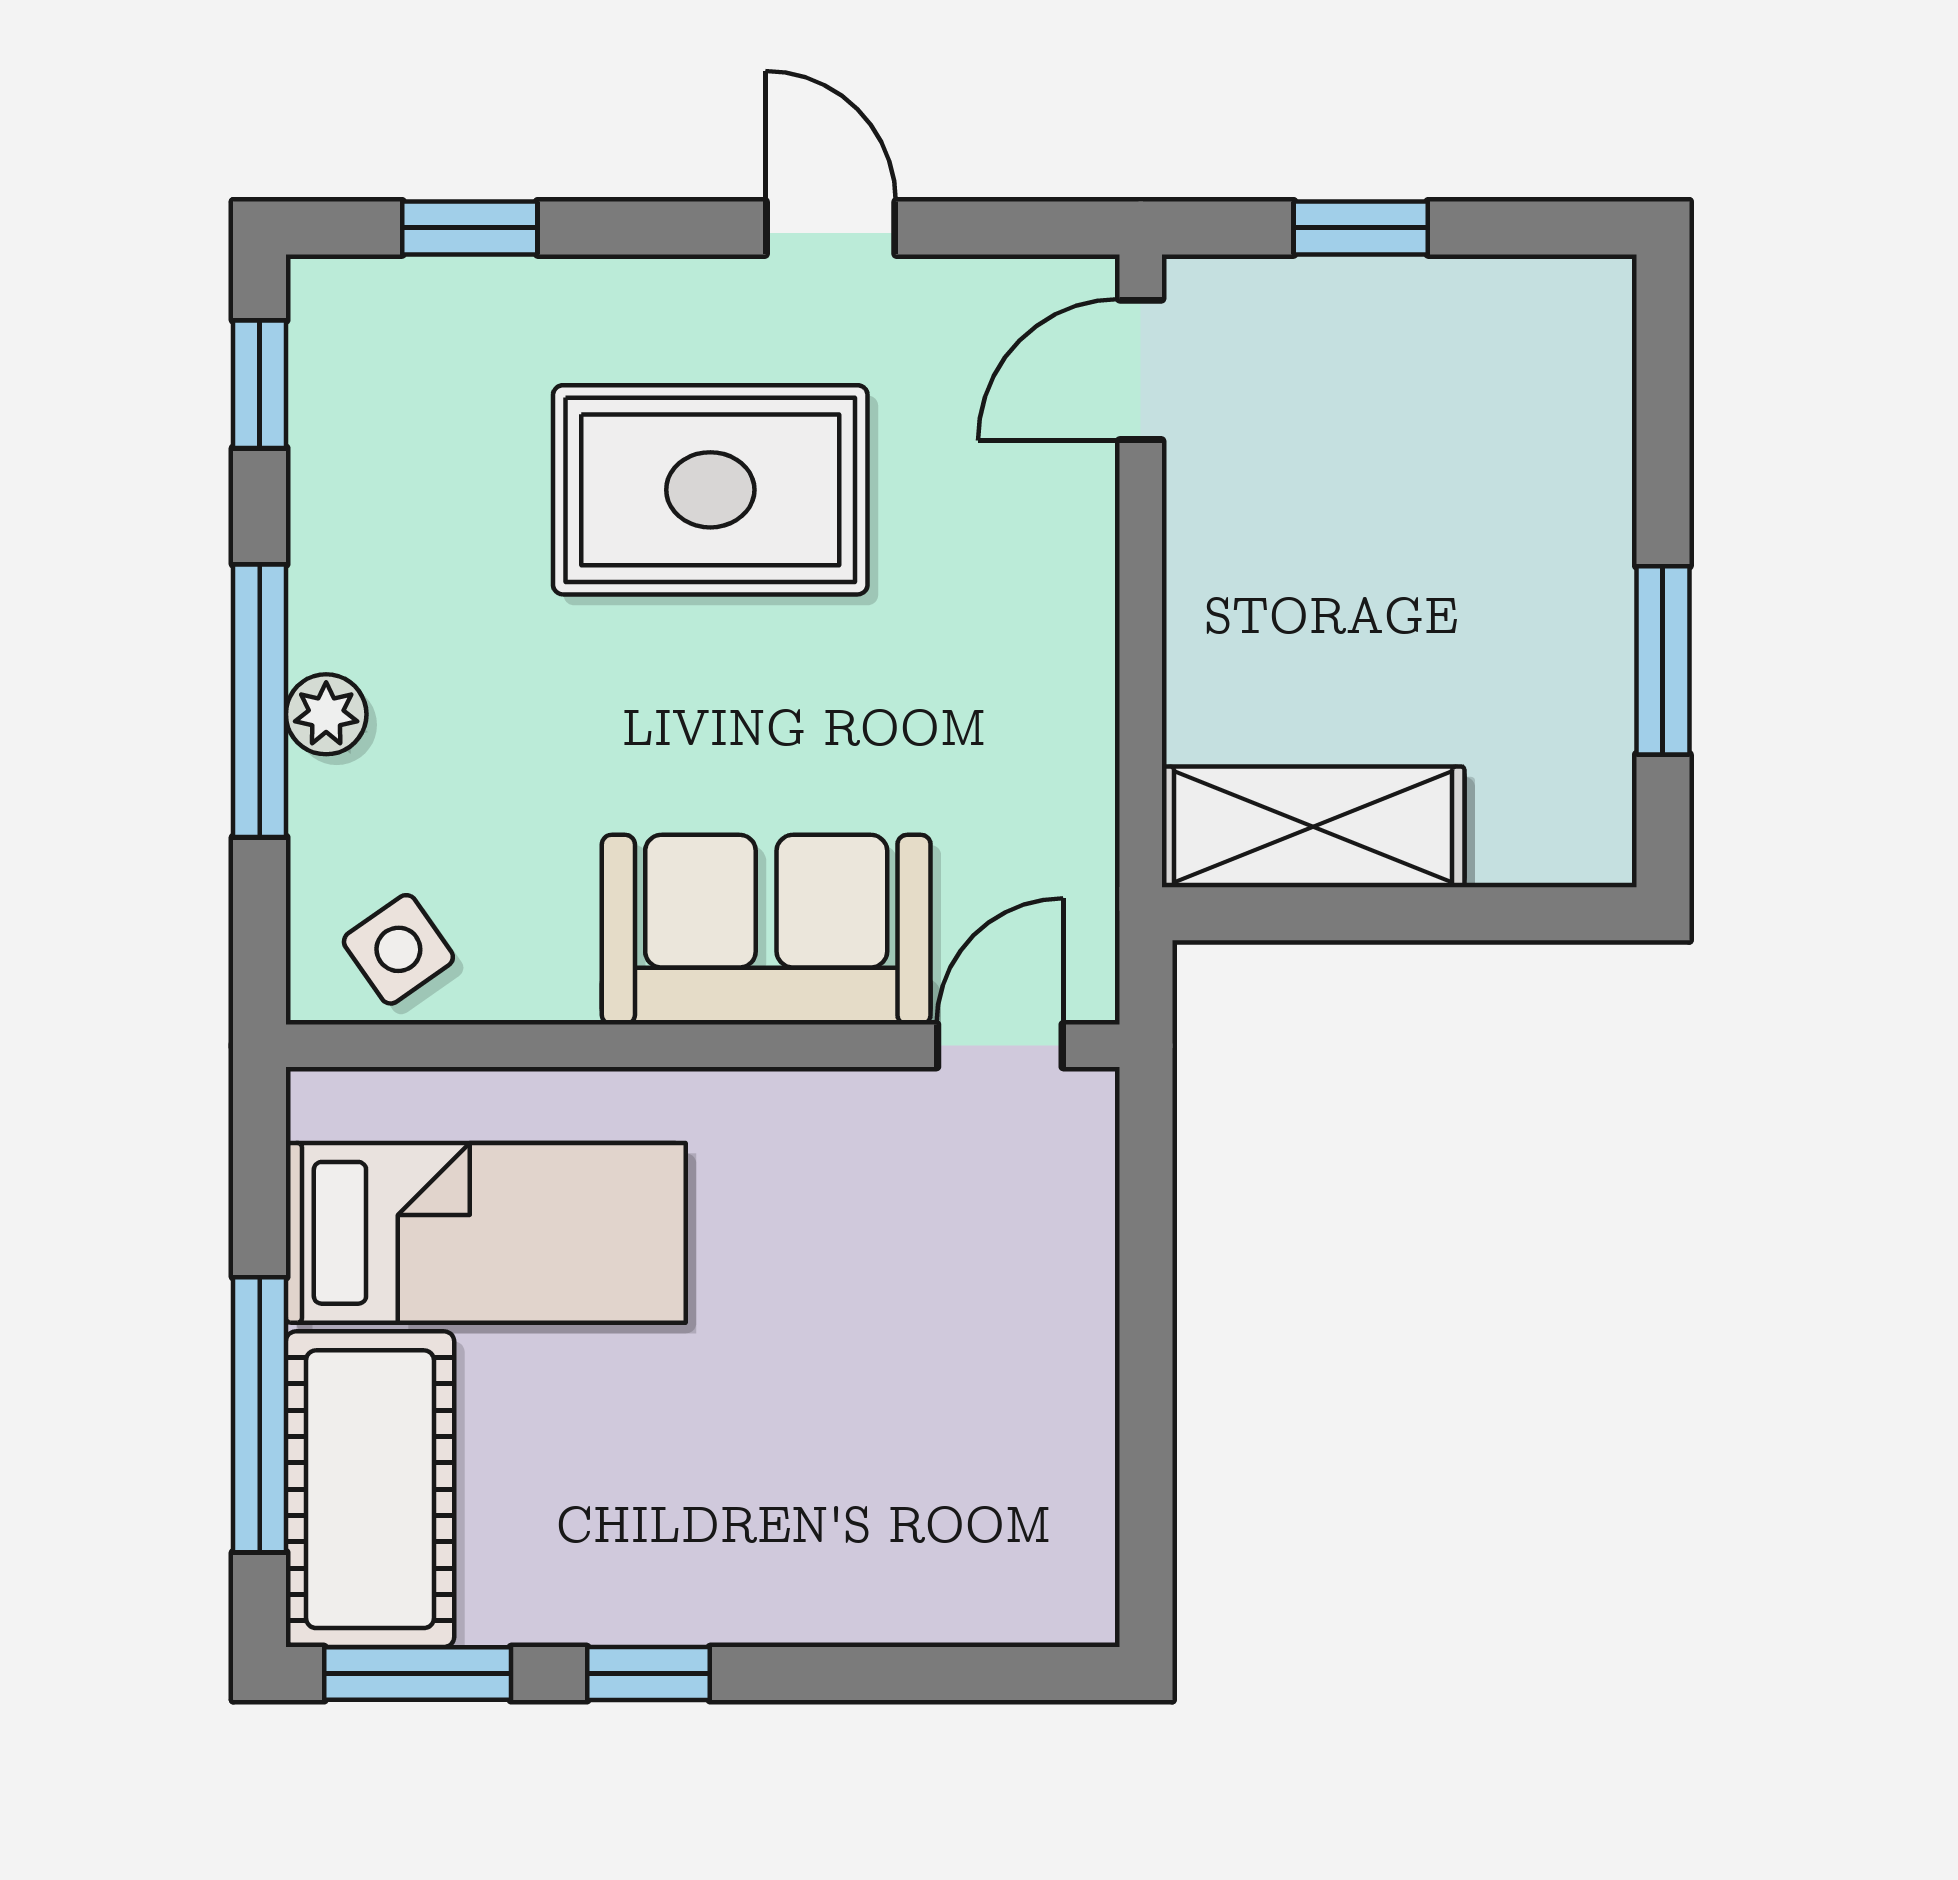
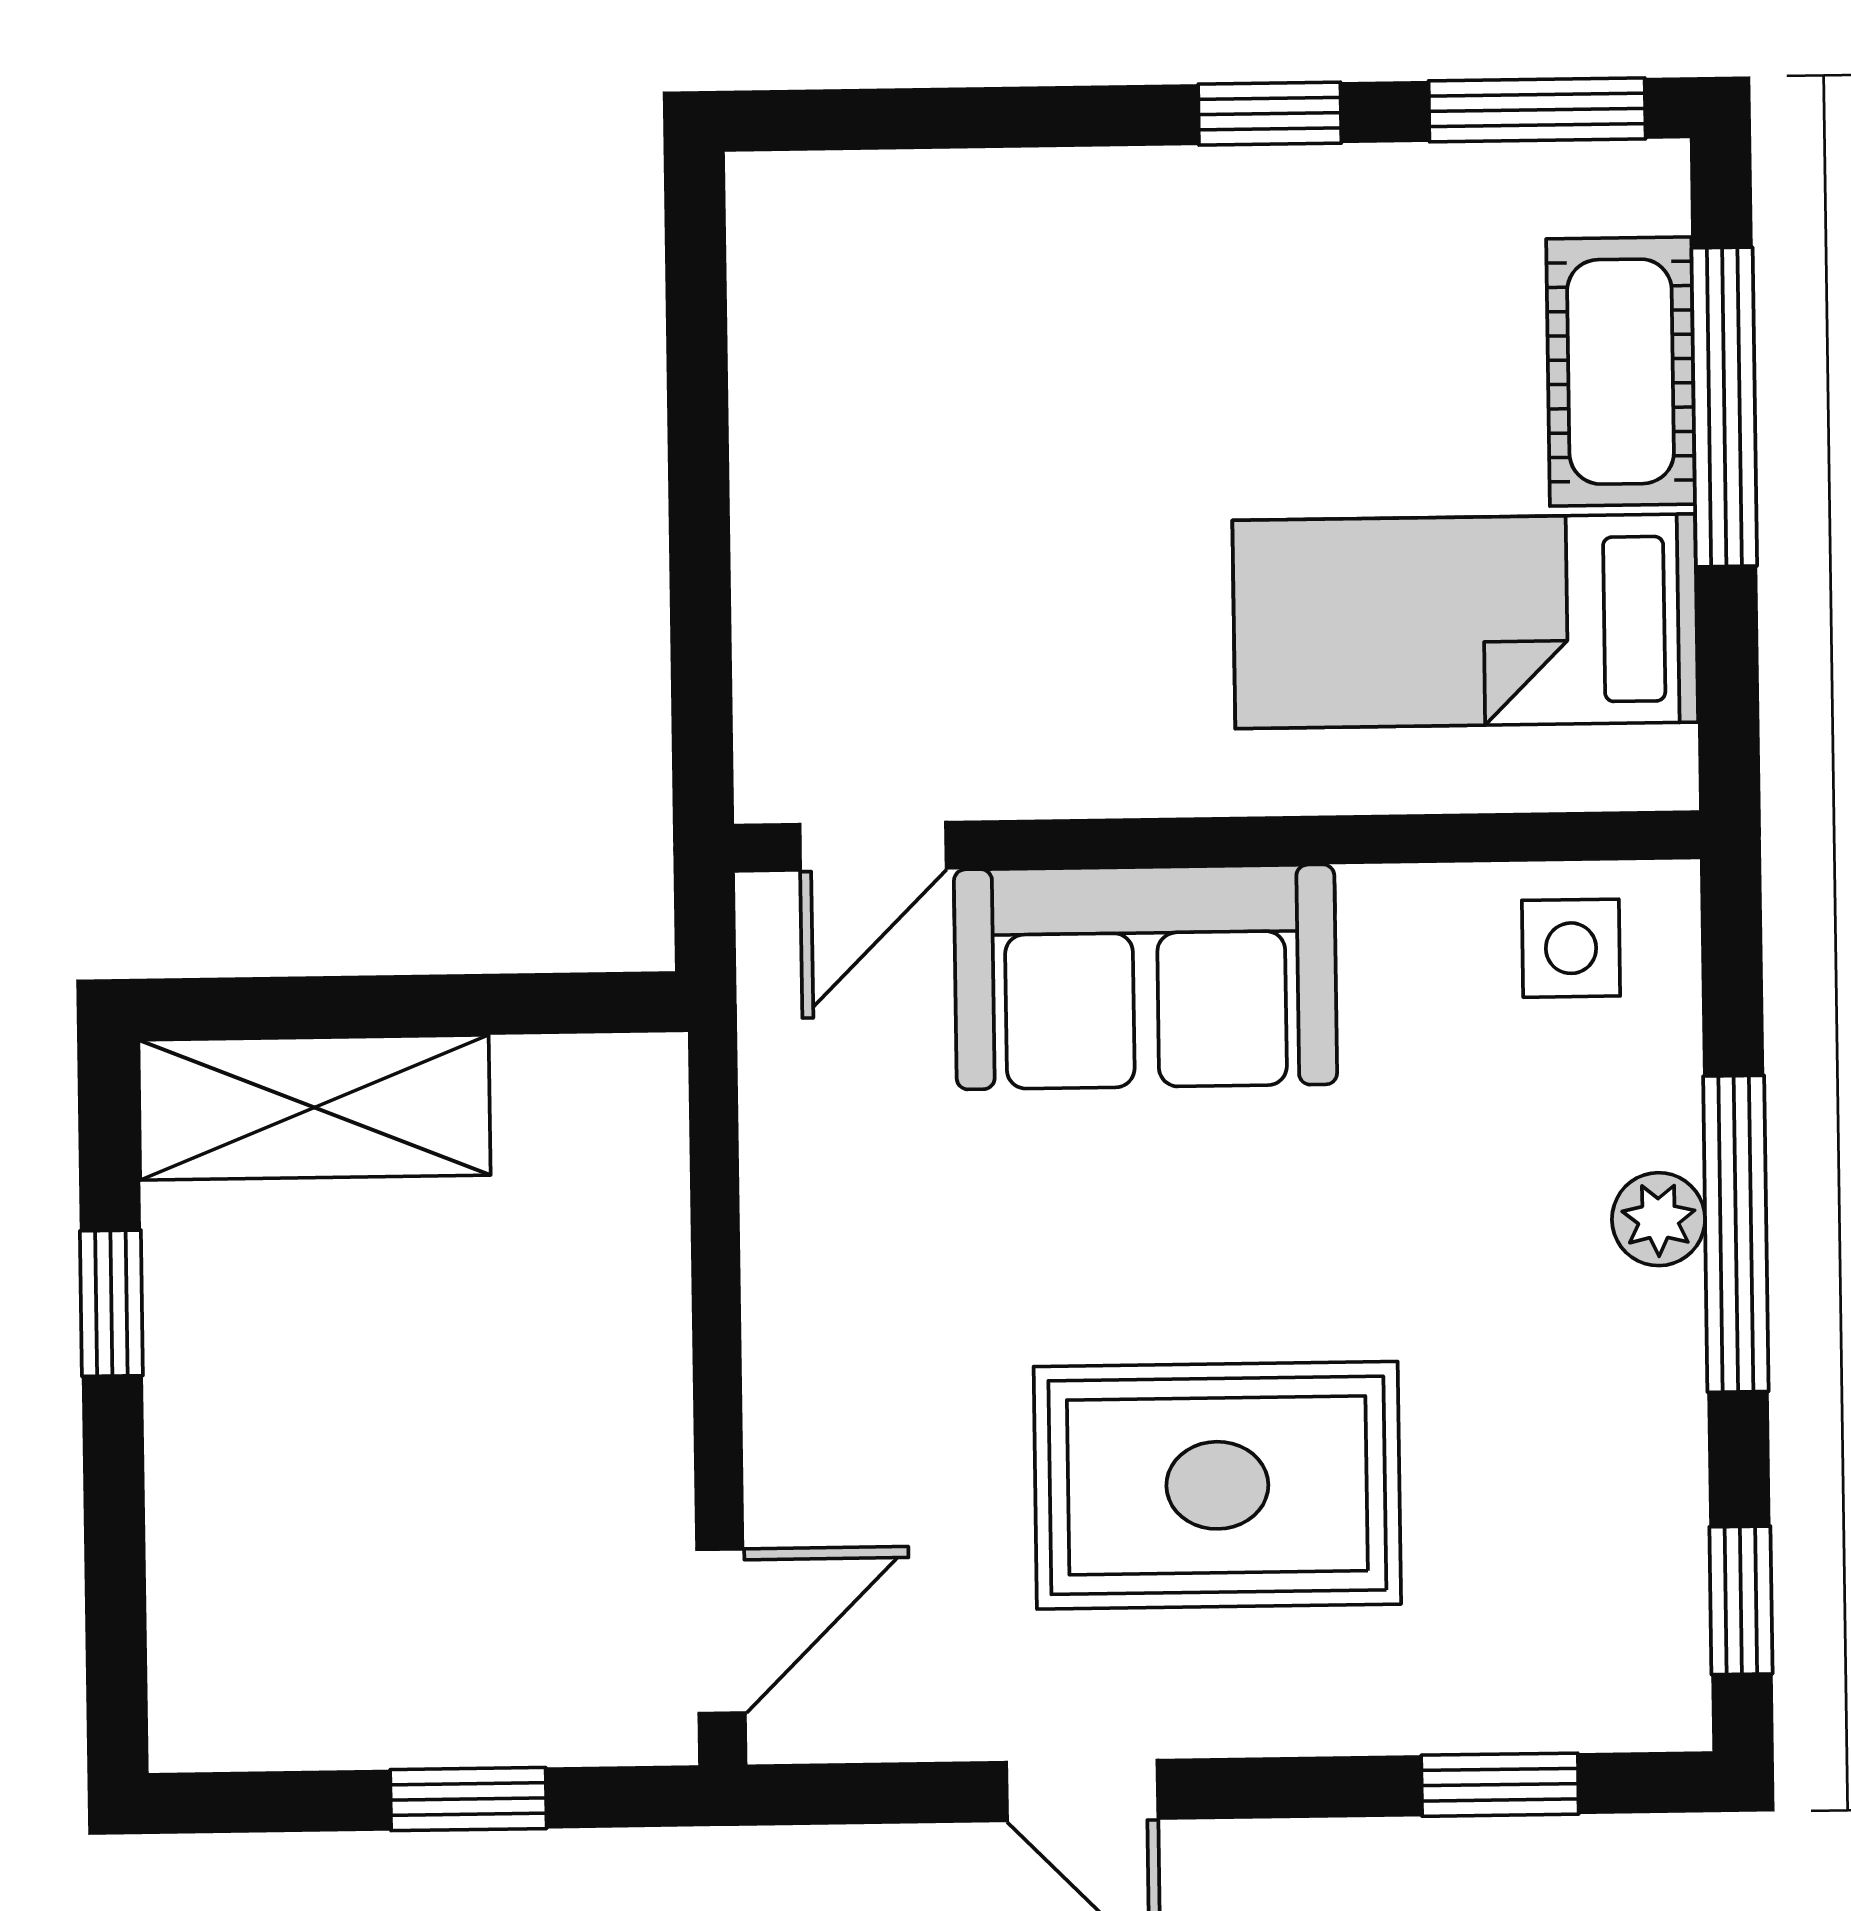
window: (1663, 660) -> (111, 1303), width x0.67
shelving: (1313, 827) -> (314, 1107), moved
side table: (398, 949) -> (1571, 948), turned 35
cot: (370, 1489) -> (1621, 372), width x0.73, depth x0.75

